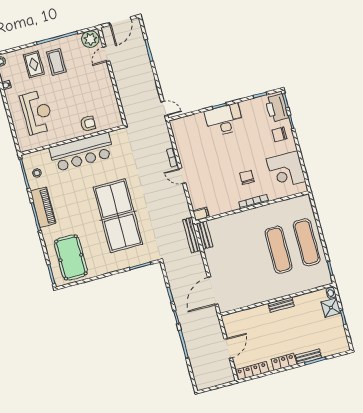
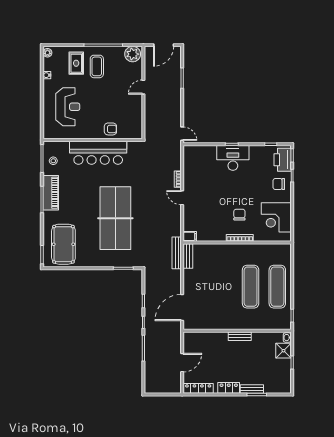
door: (106, 54) -> (143, 87), moved

